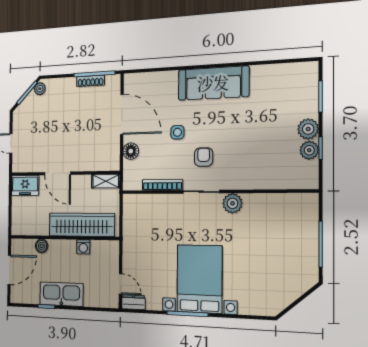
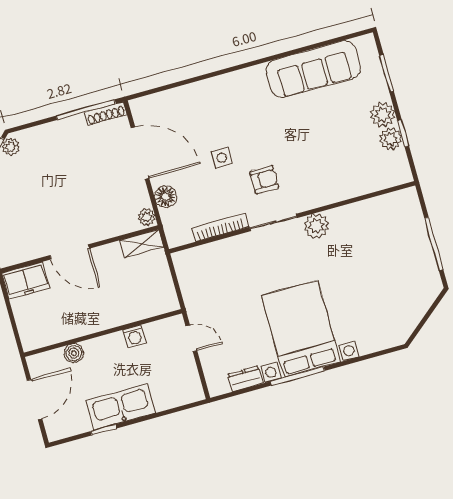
shoe rack: (91, 81) -> (106, 114), moved
sofa: (213, 83) -> (313, 69), moved
armchair: (204, 157) -> (264, 180), turned 90
plant: (114, 163) -> (146, 217), added
wardrobe: (82, 225) -> (124, 309), removed
door: (120, 284) -> (191, 338), moved
dresser: (133, 302) -> (245, 379), moved

